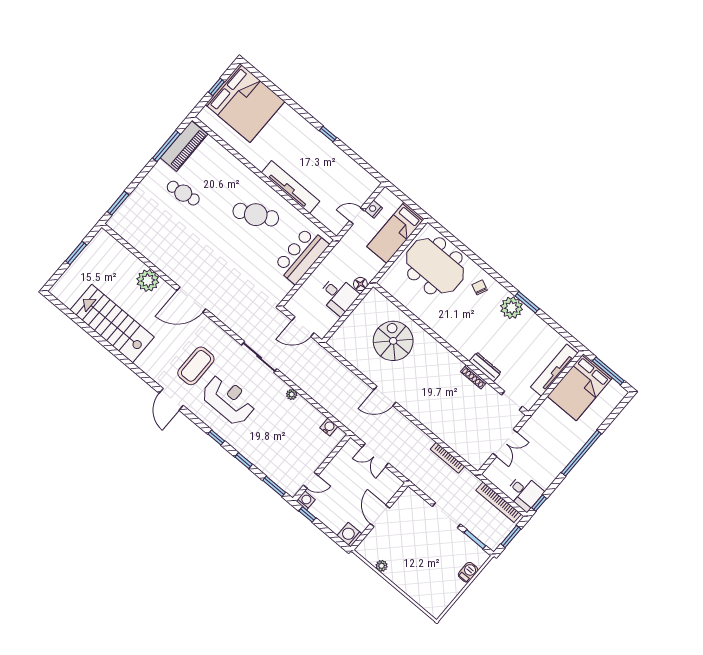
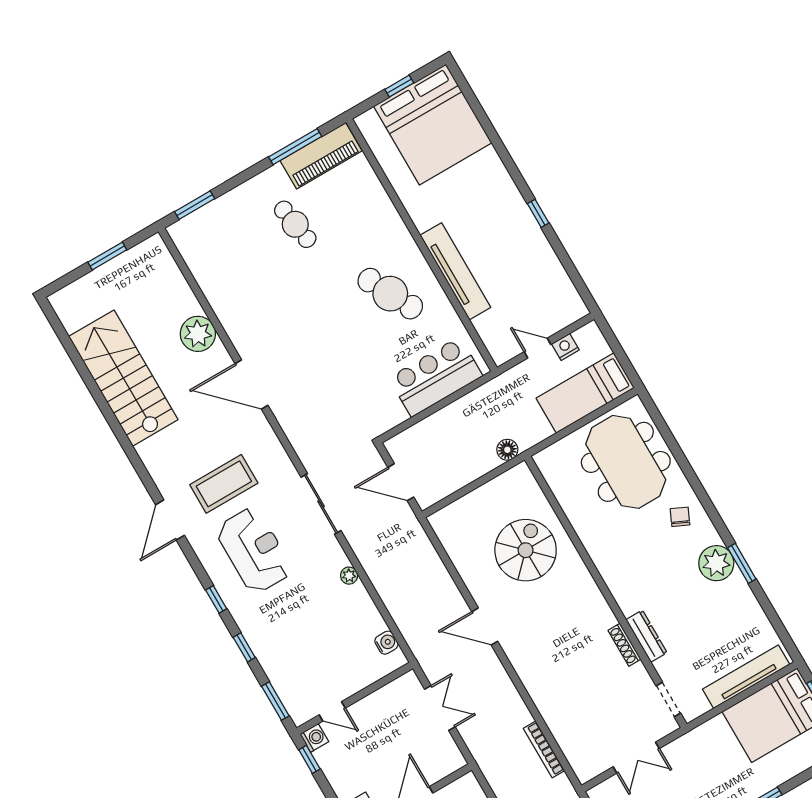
desk: (338, 295) -> (469, 455), removed
double door: (375, 455) -> (440, 708), swing flipped

